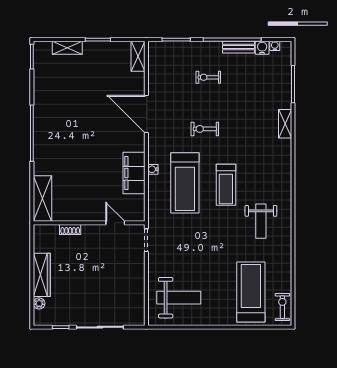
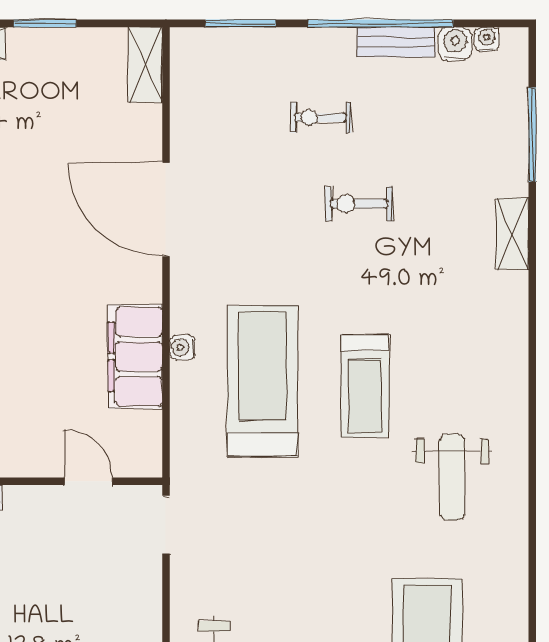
exercise bike: (205, 129) -> (359, 204), moved
treadmill: (185, 183) -> (262, 381), turned 180

